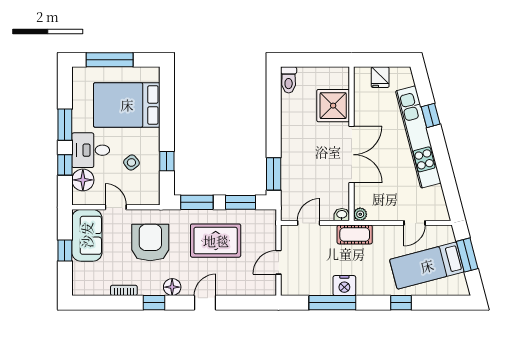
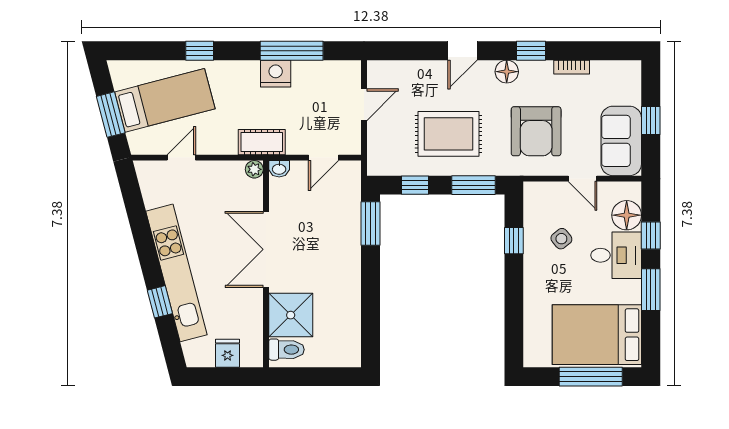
toilet: (289, 80) -> (286, 350), moved, turned 90
bed: (127, 105) -> (597, 335), moved, turned 180
window: (241, 202) -> (415, 185), width x0.67

